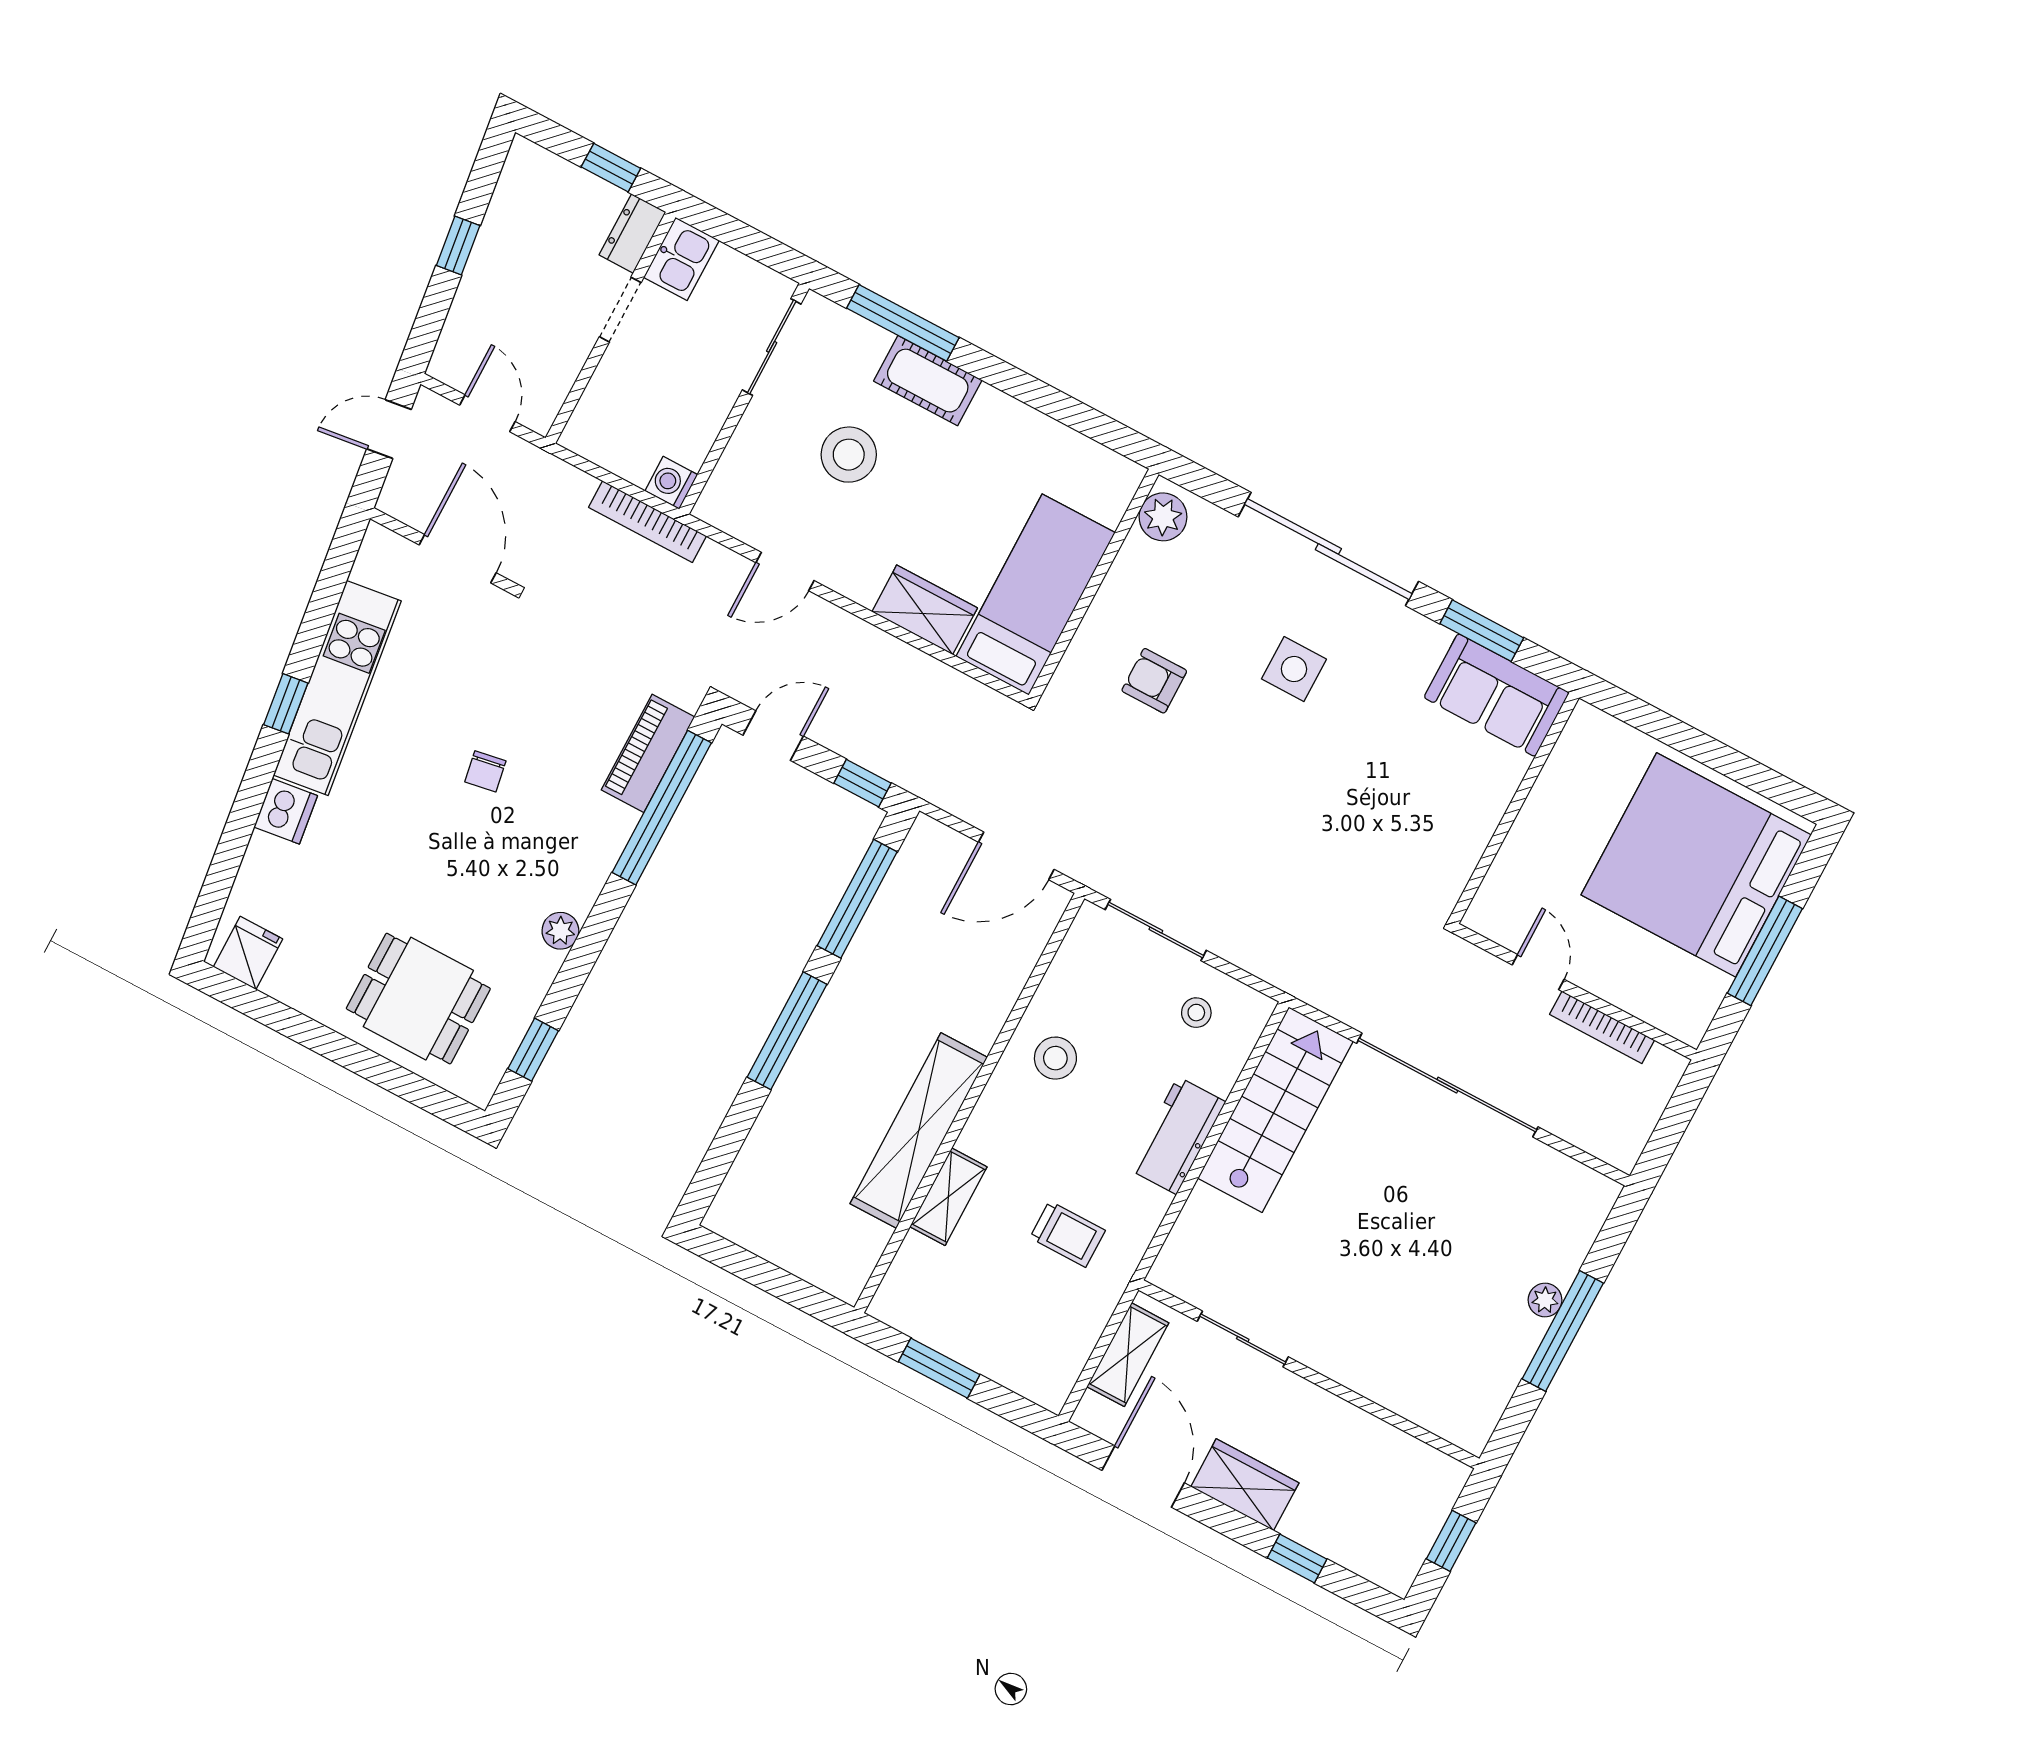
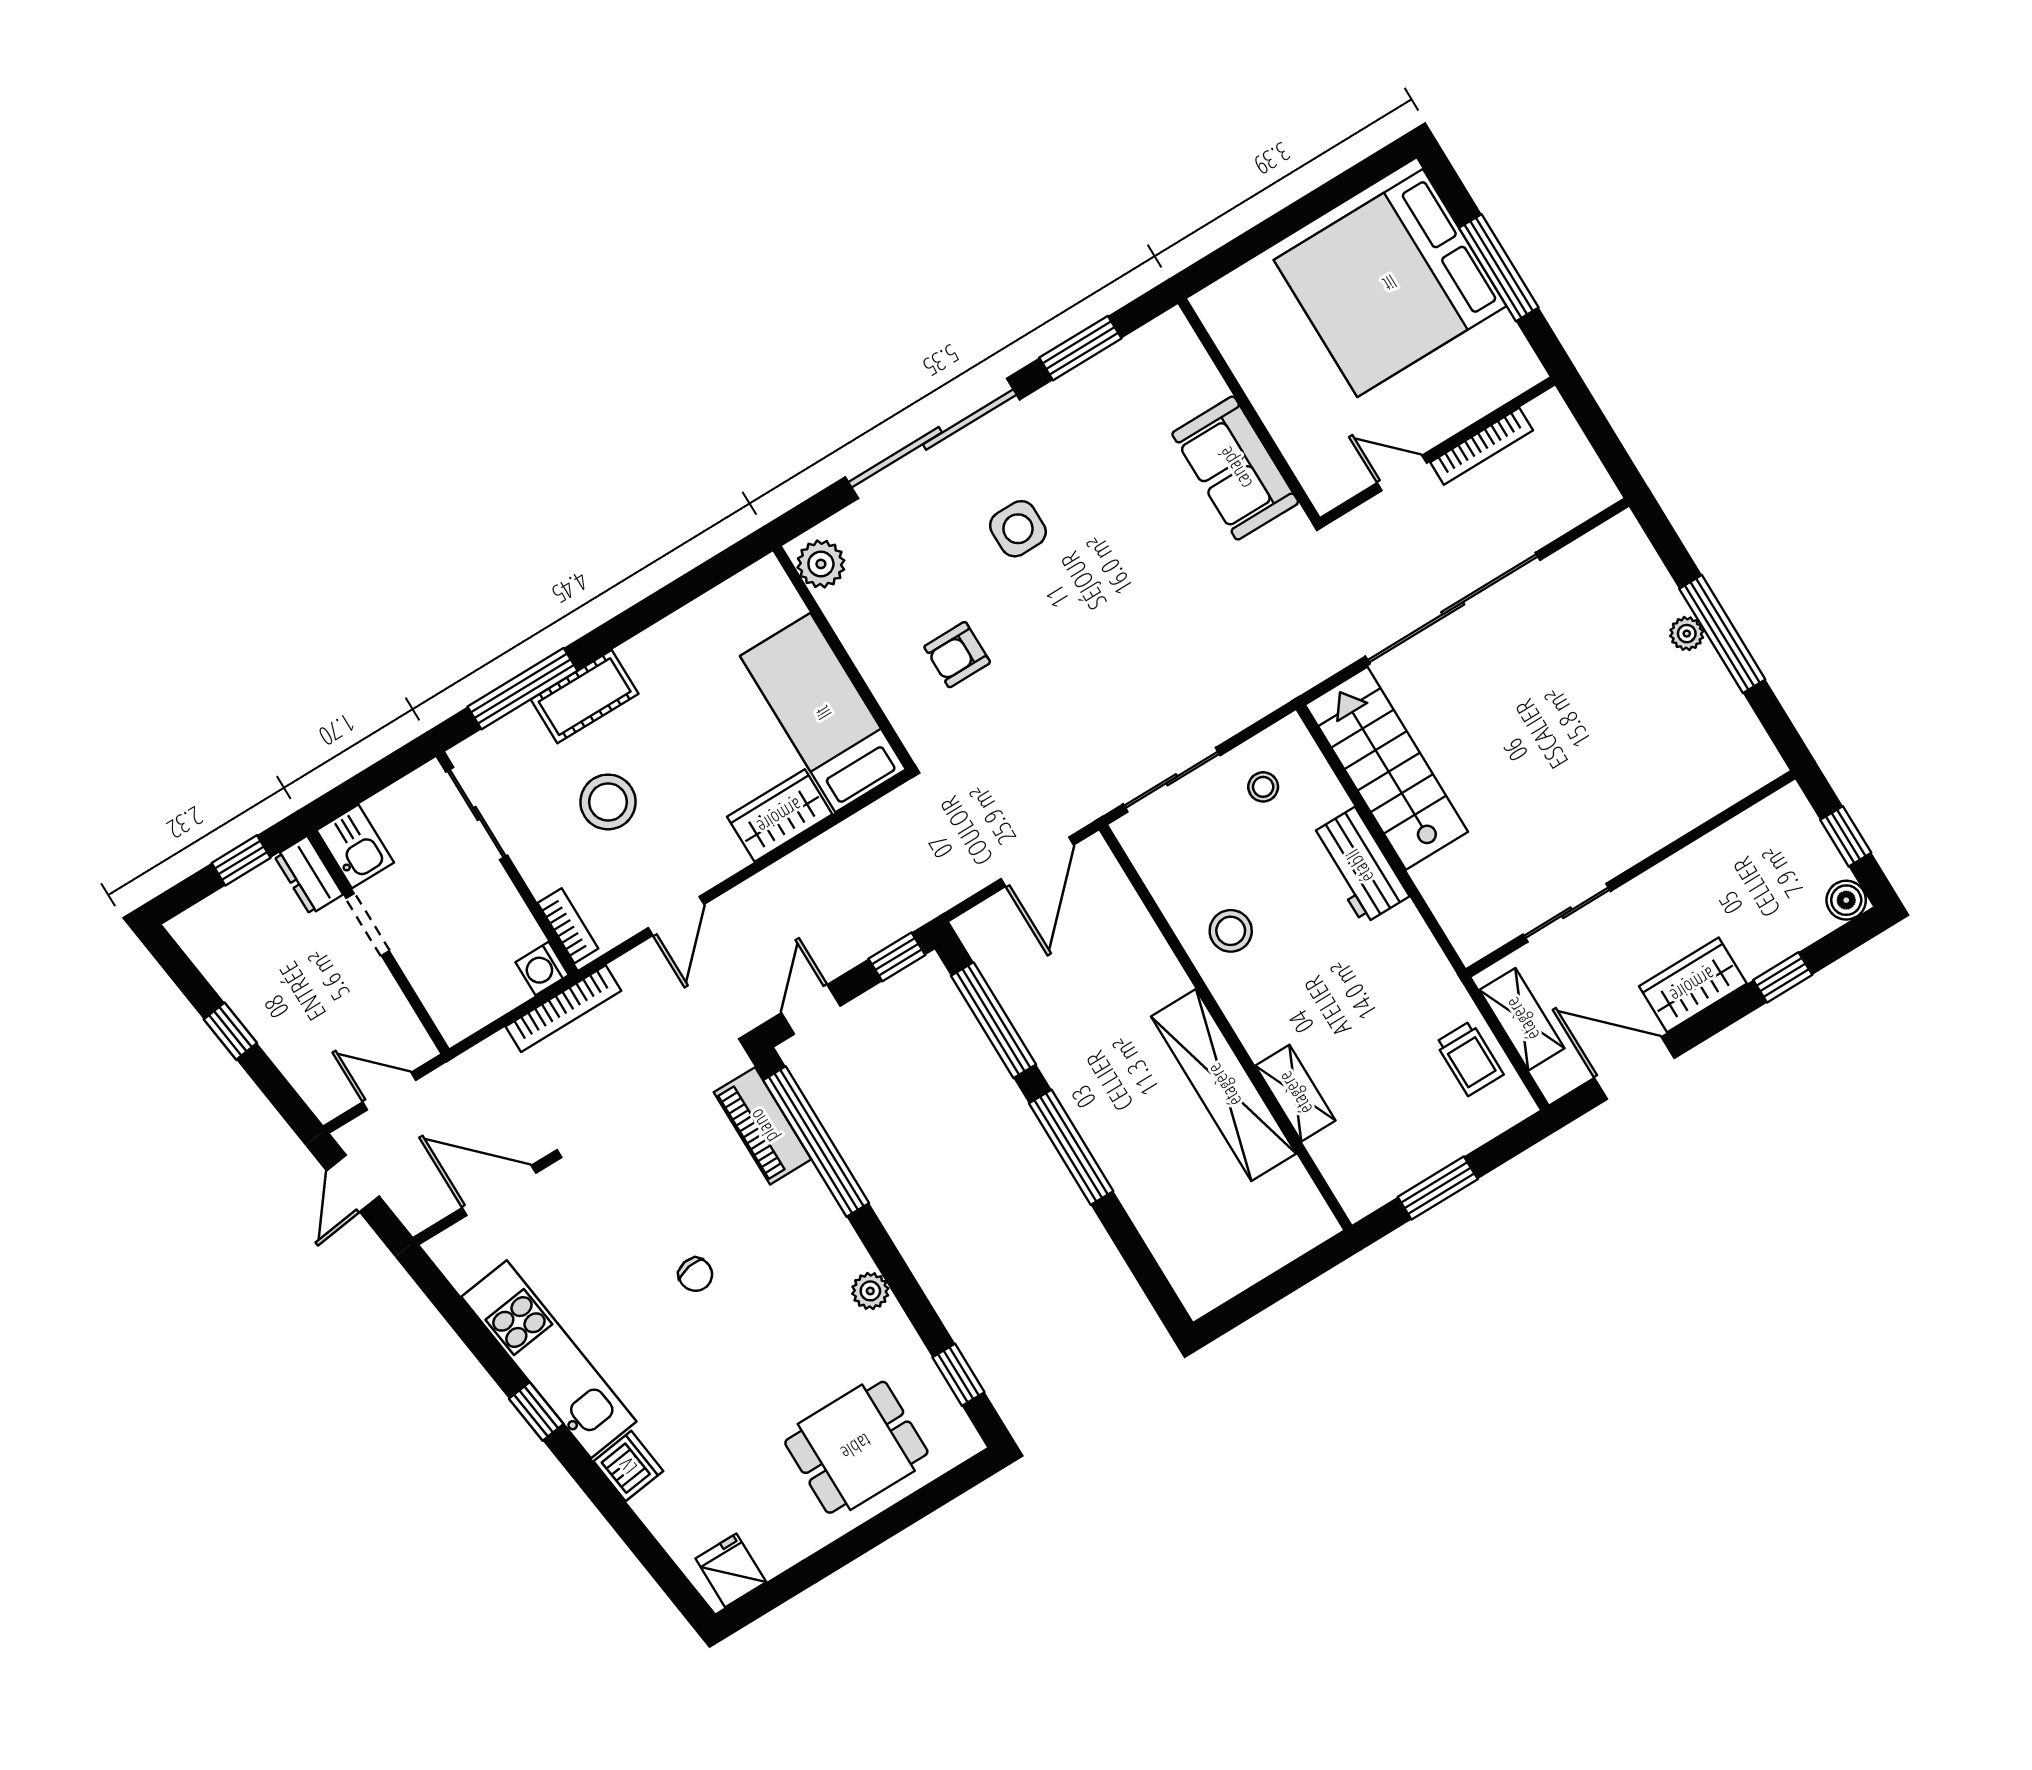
bookcase: (721, 483) -> (568, 926), added
sofa: (1497, 695) -> (1235, 468), moved, turned 90
trolley: (1068, 1234) -> (1470, 1058), moved, turned 90
boiler: (1396, 1574) -> (1846, 900), added

